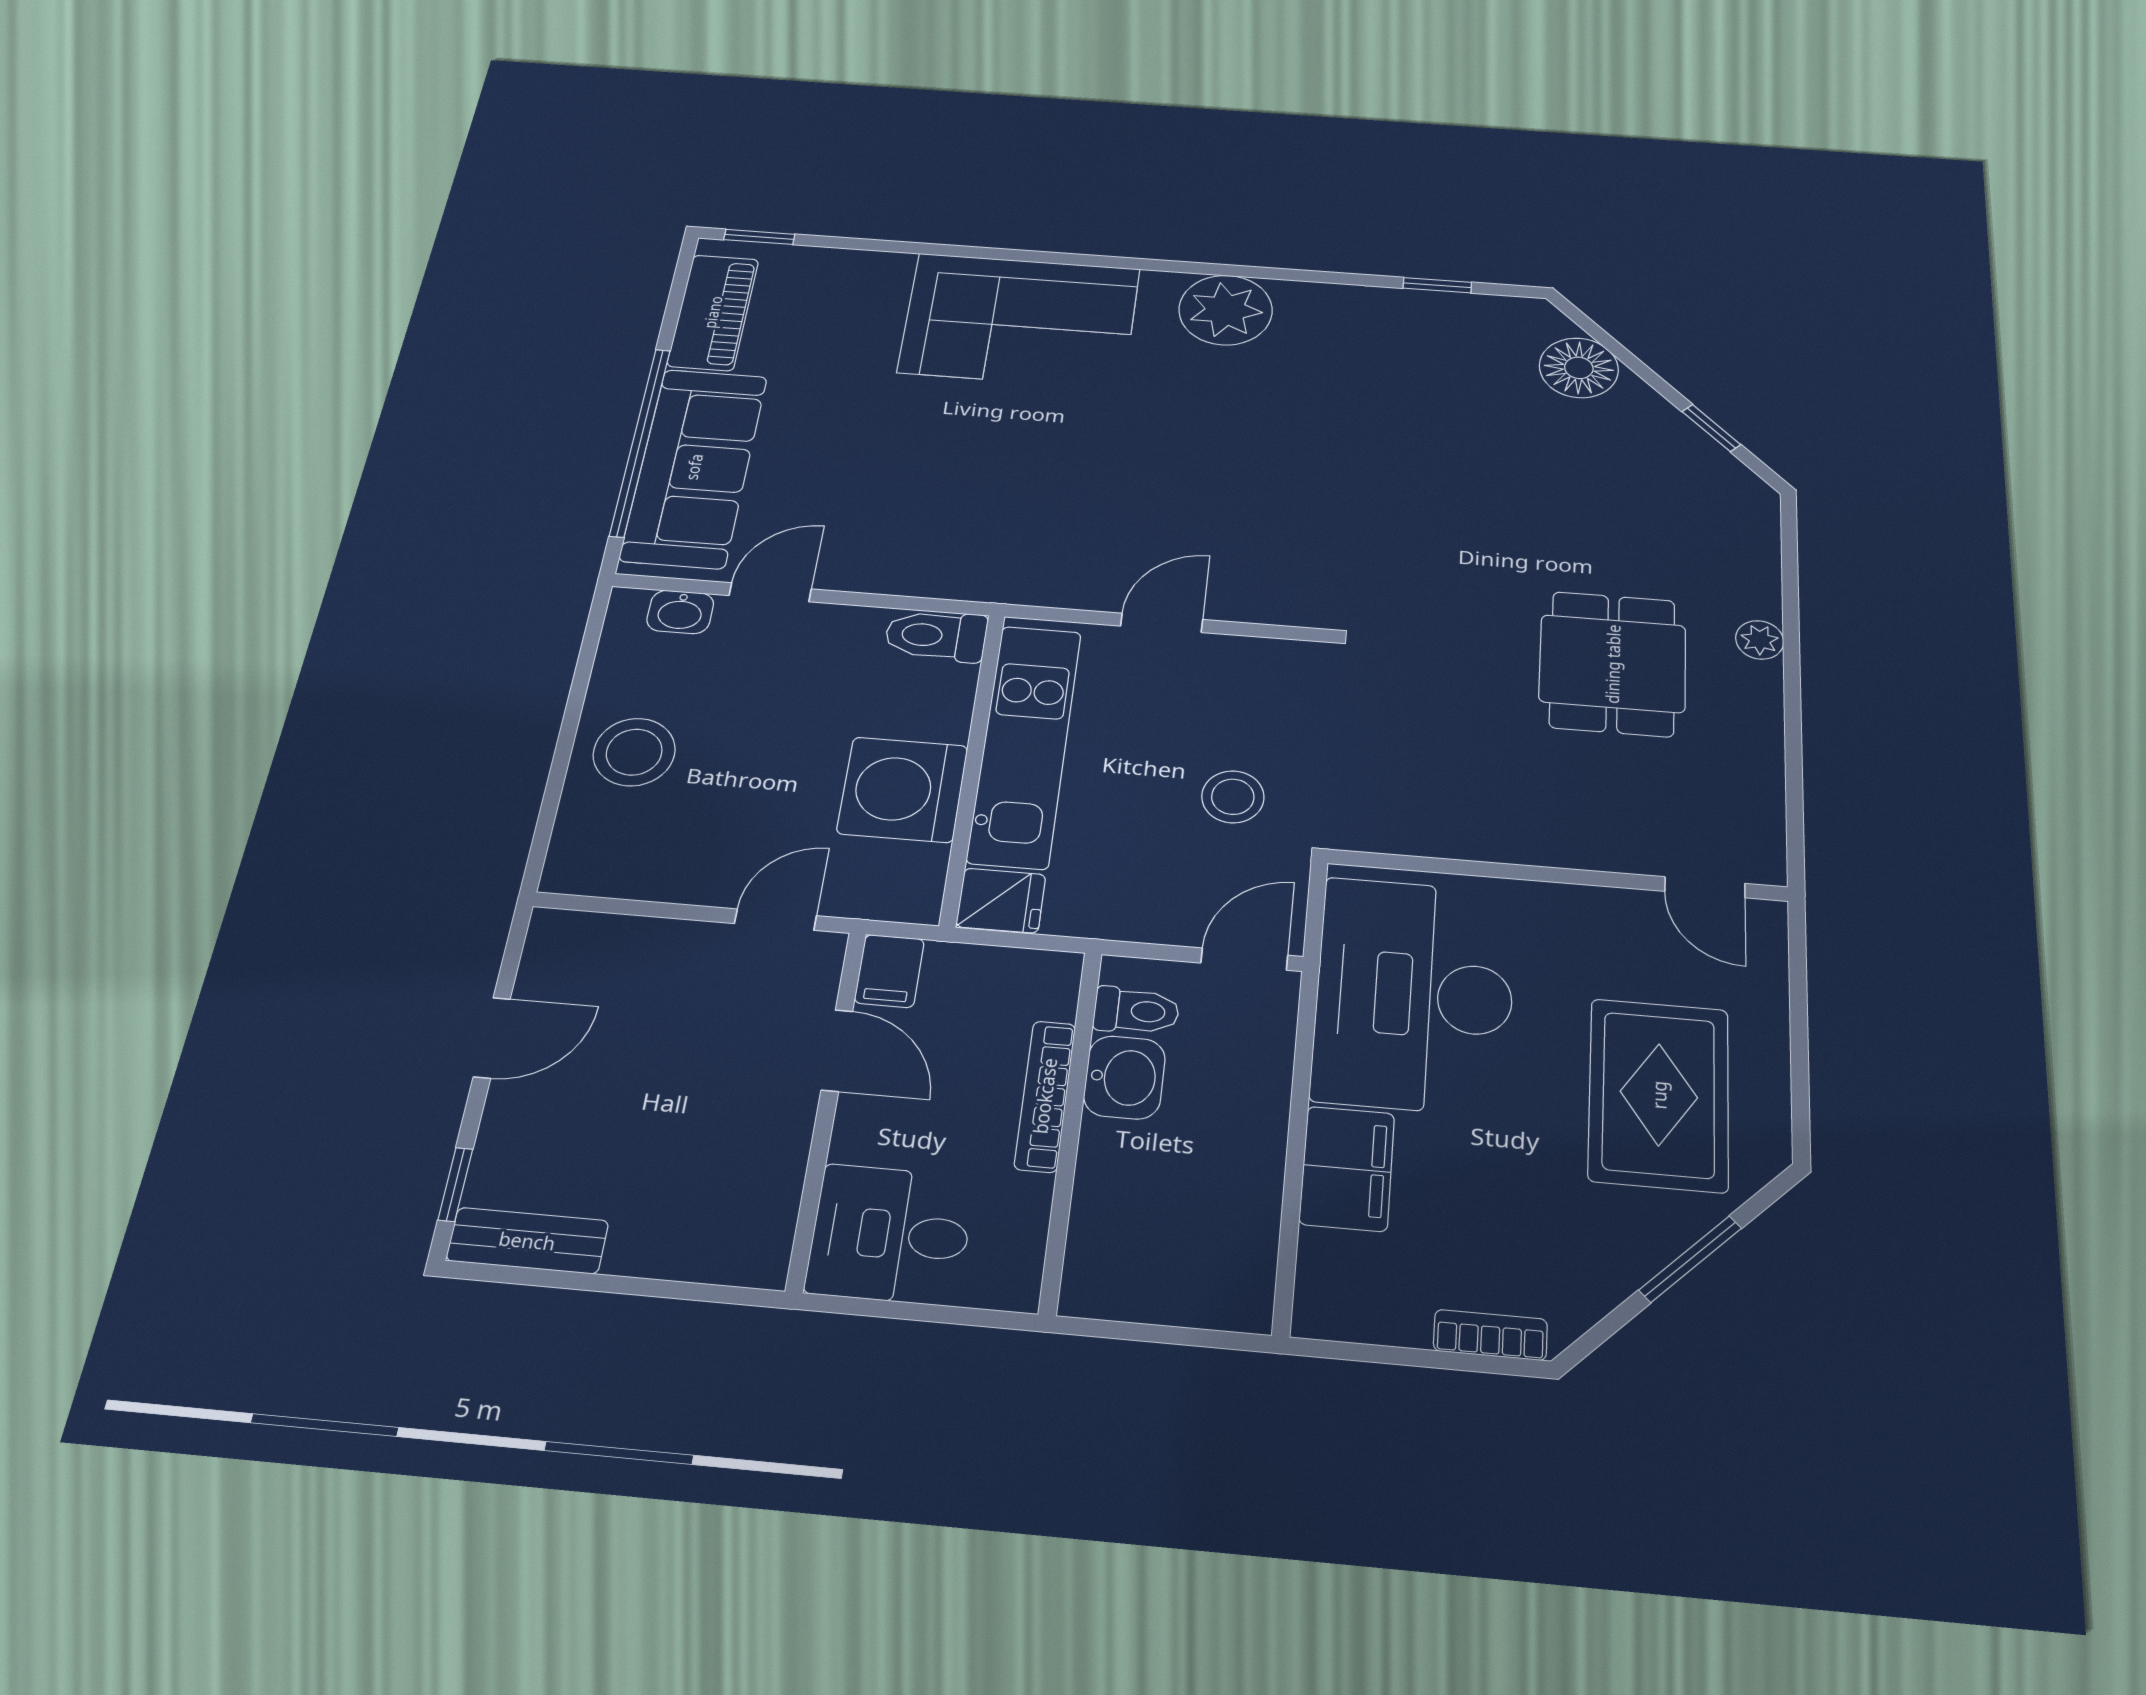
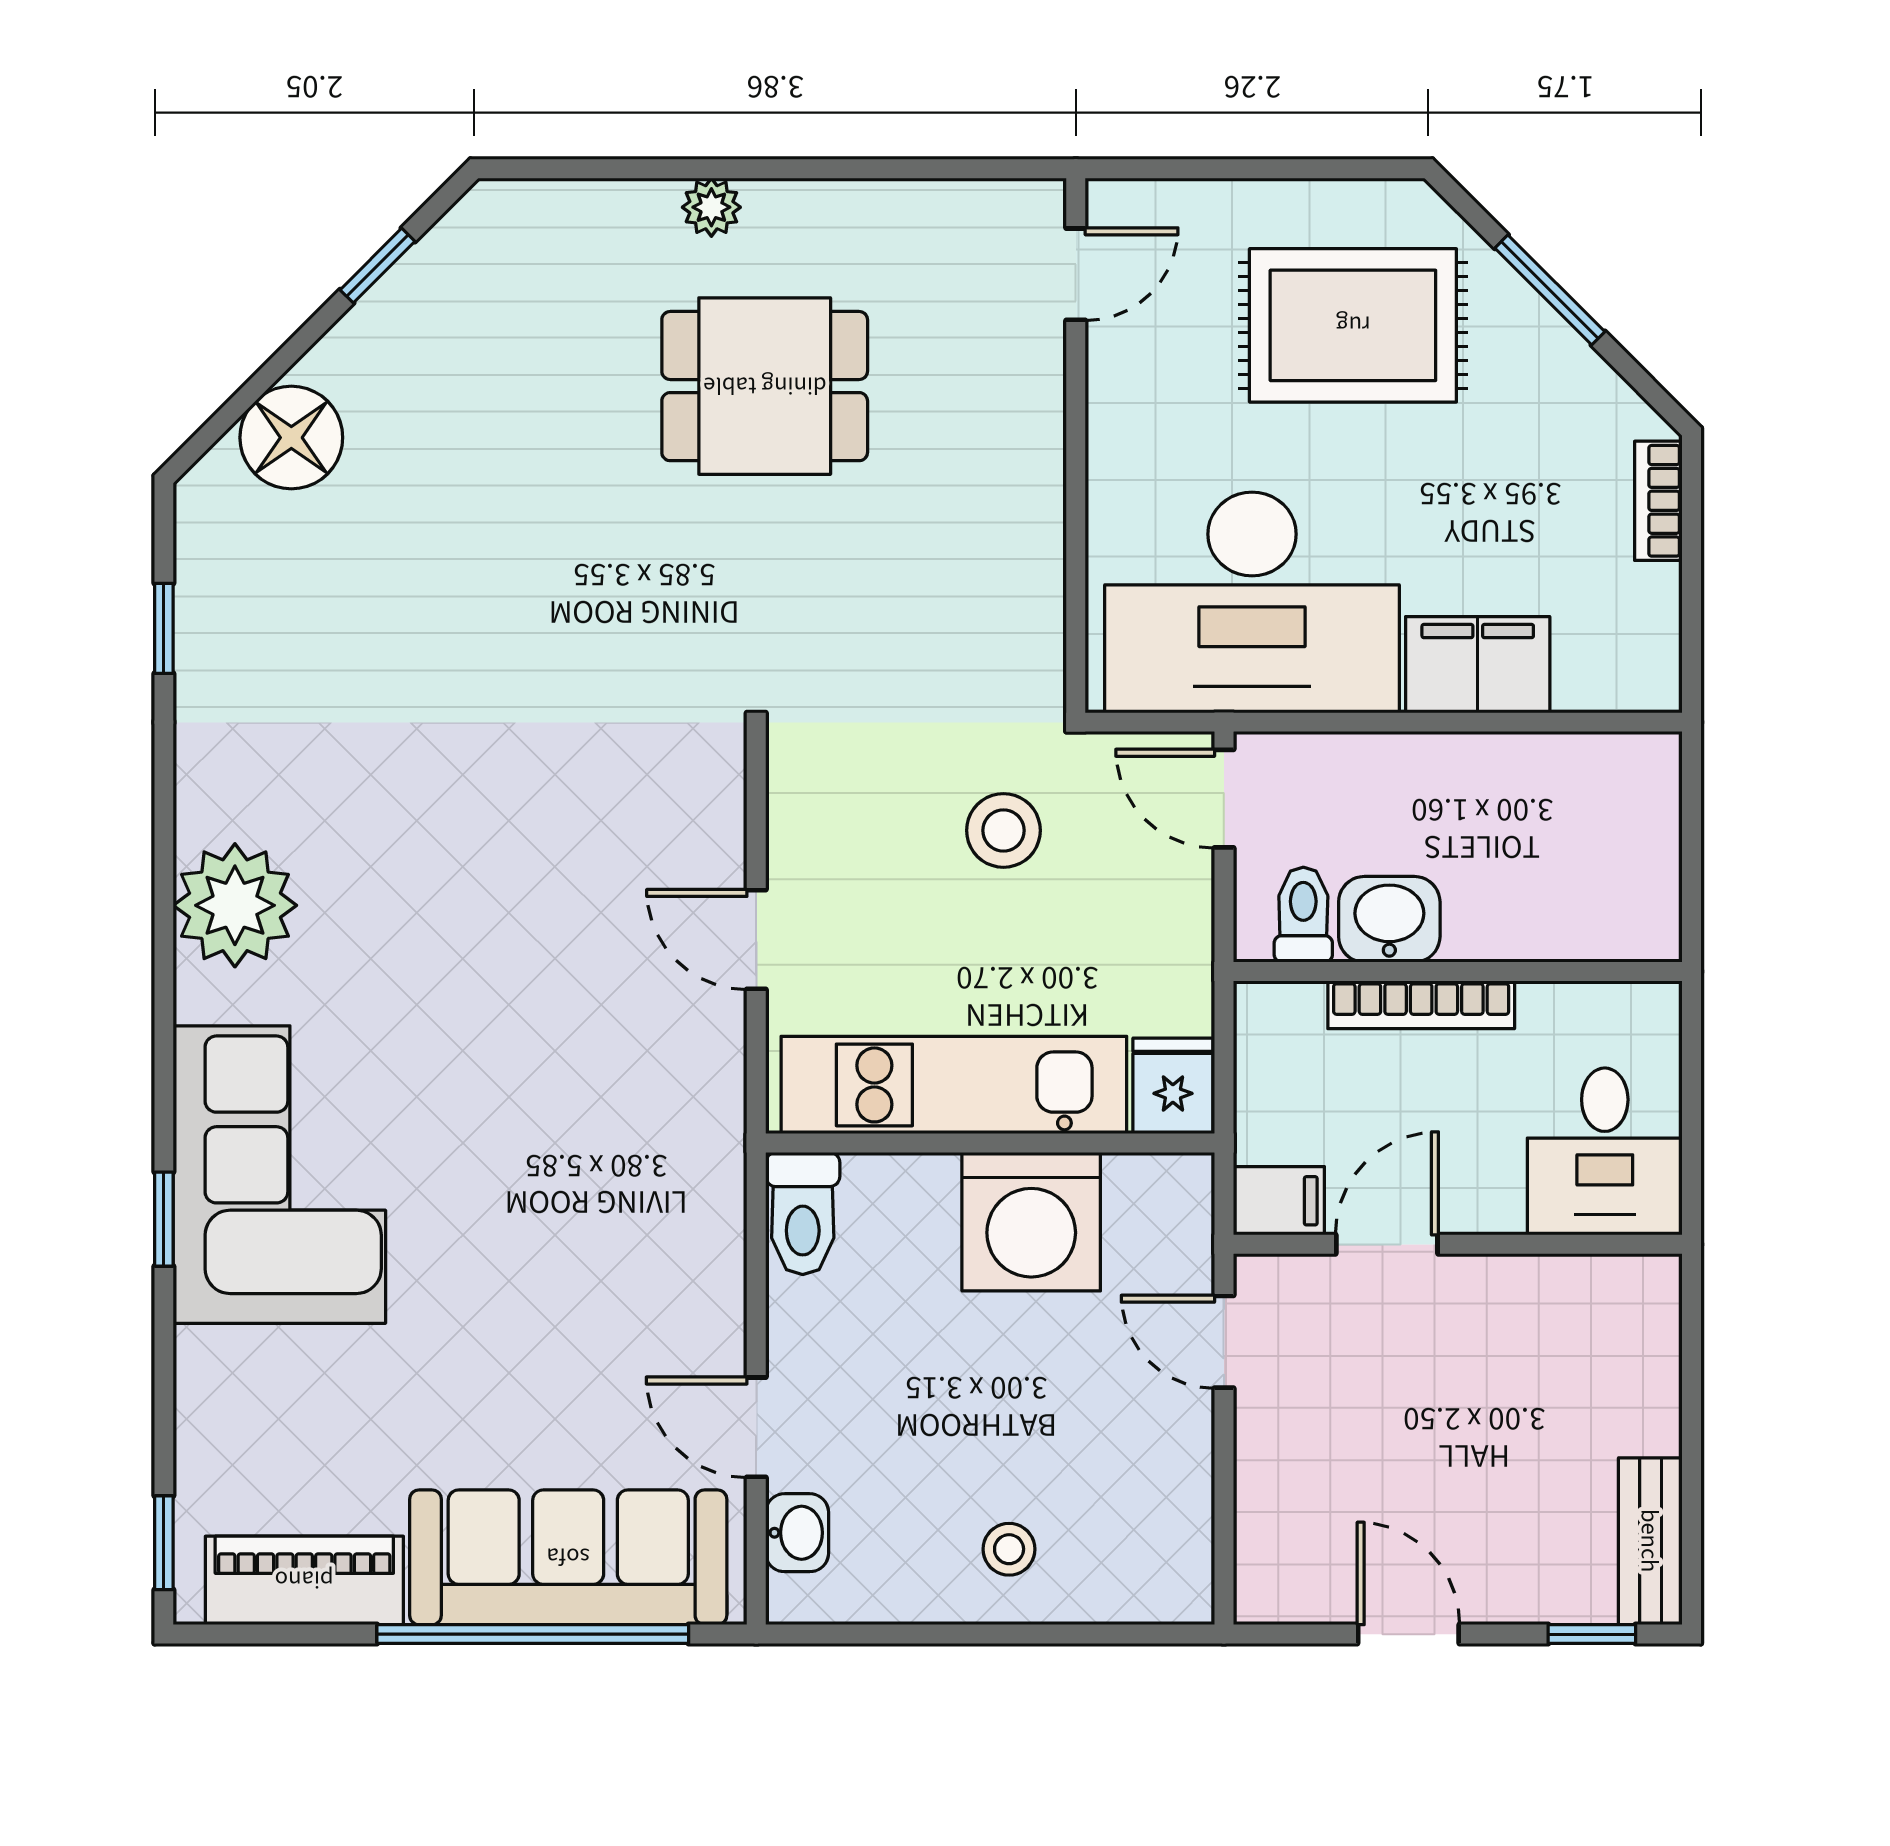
window: (997, 254) -> (164, 1219), added
stool: (634, 752) -> (1009, 1549), width x0.53, depth x0.53

